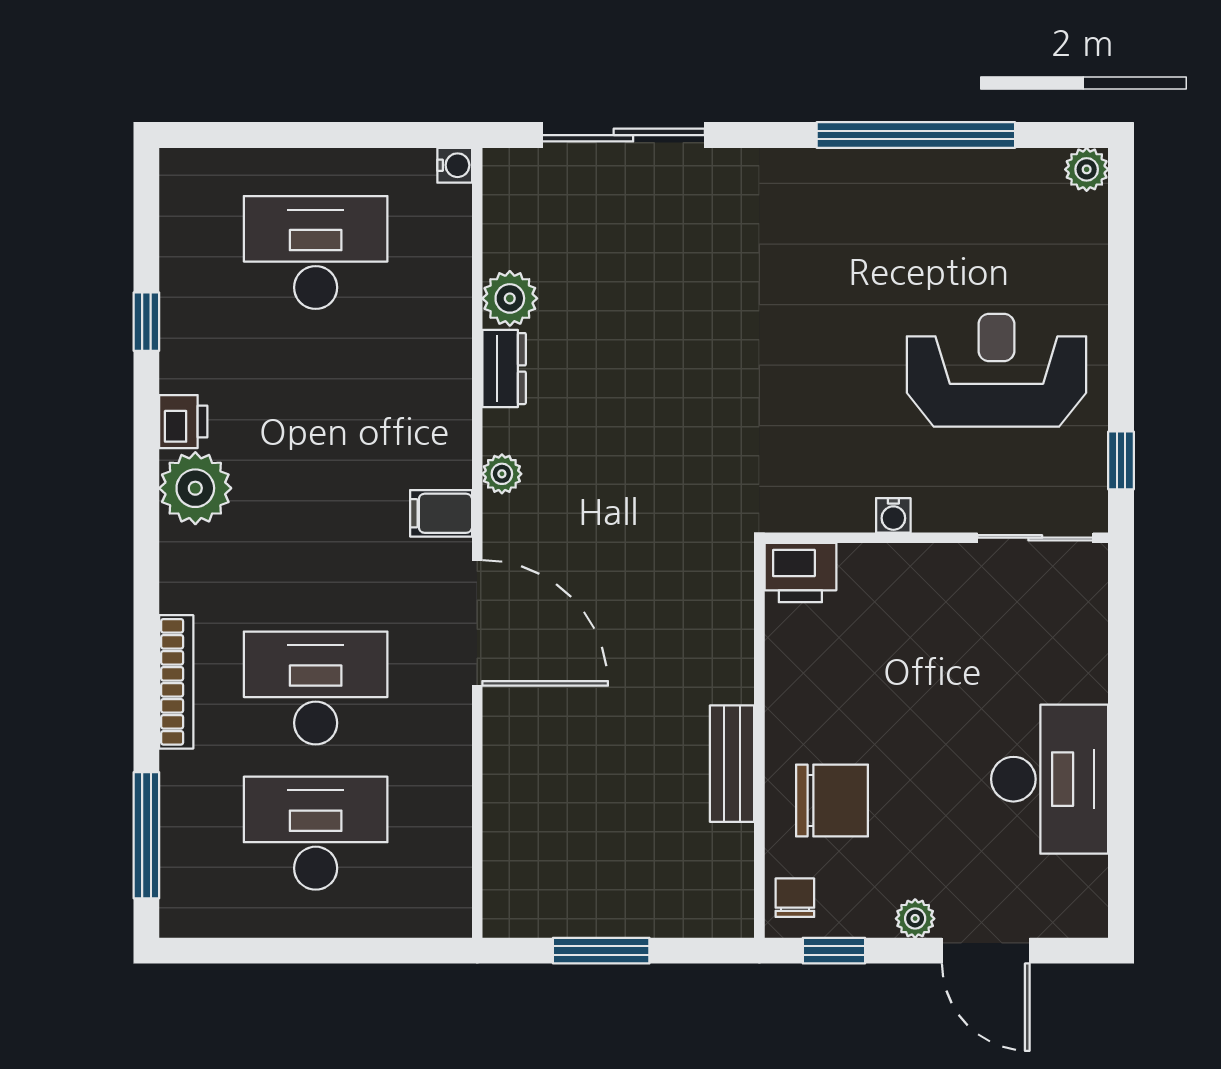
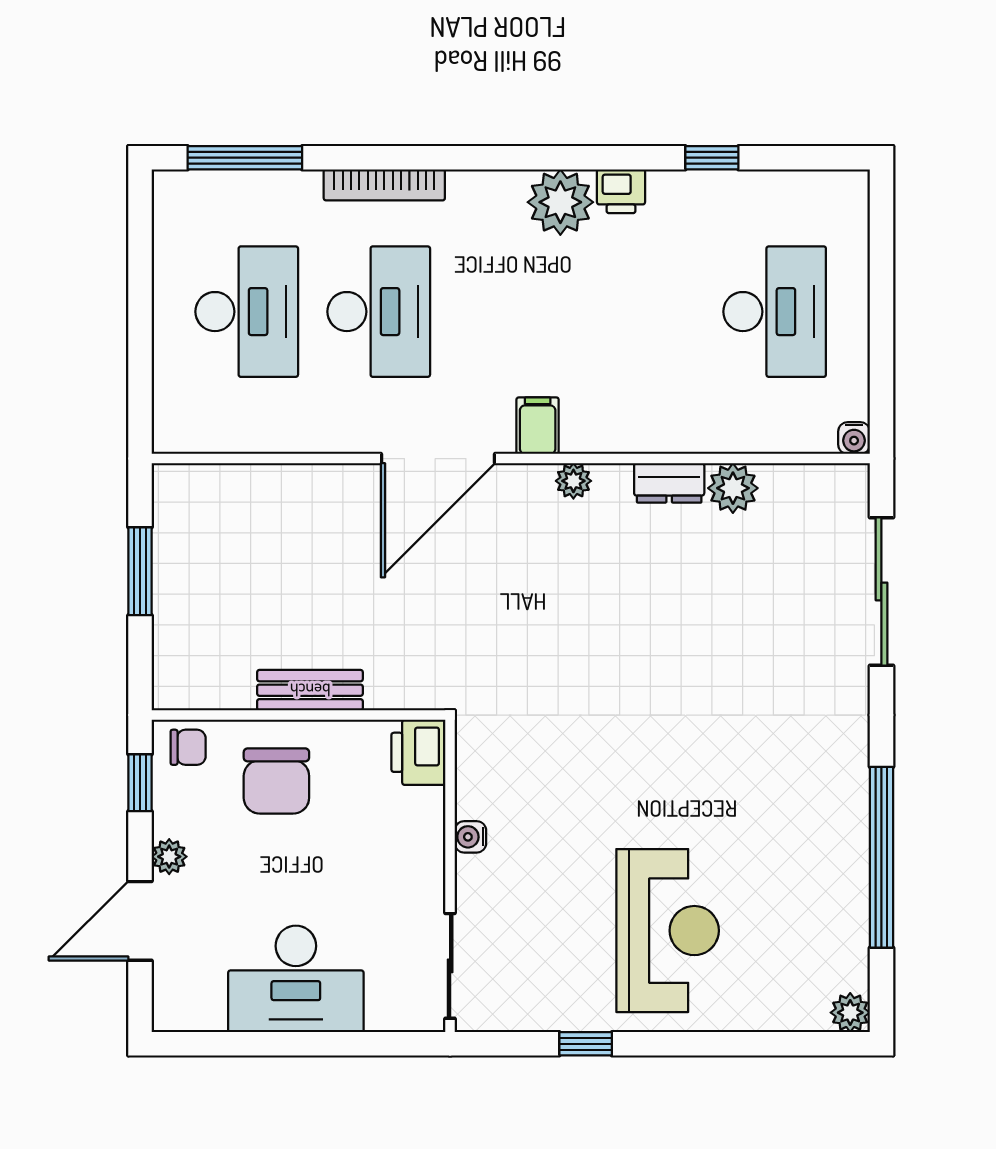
water cooler: (893, 515) -> (470, 837), moved
wall: (936, 538) -> (450, 876), moved
sliding door: (1035, 538) -> (450, 966), moved
printer: (800, 573) -> (418, 752), moved

